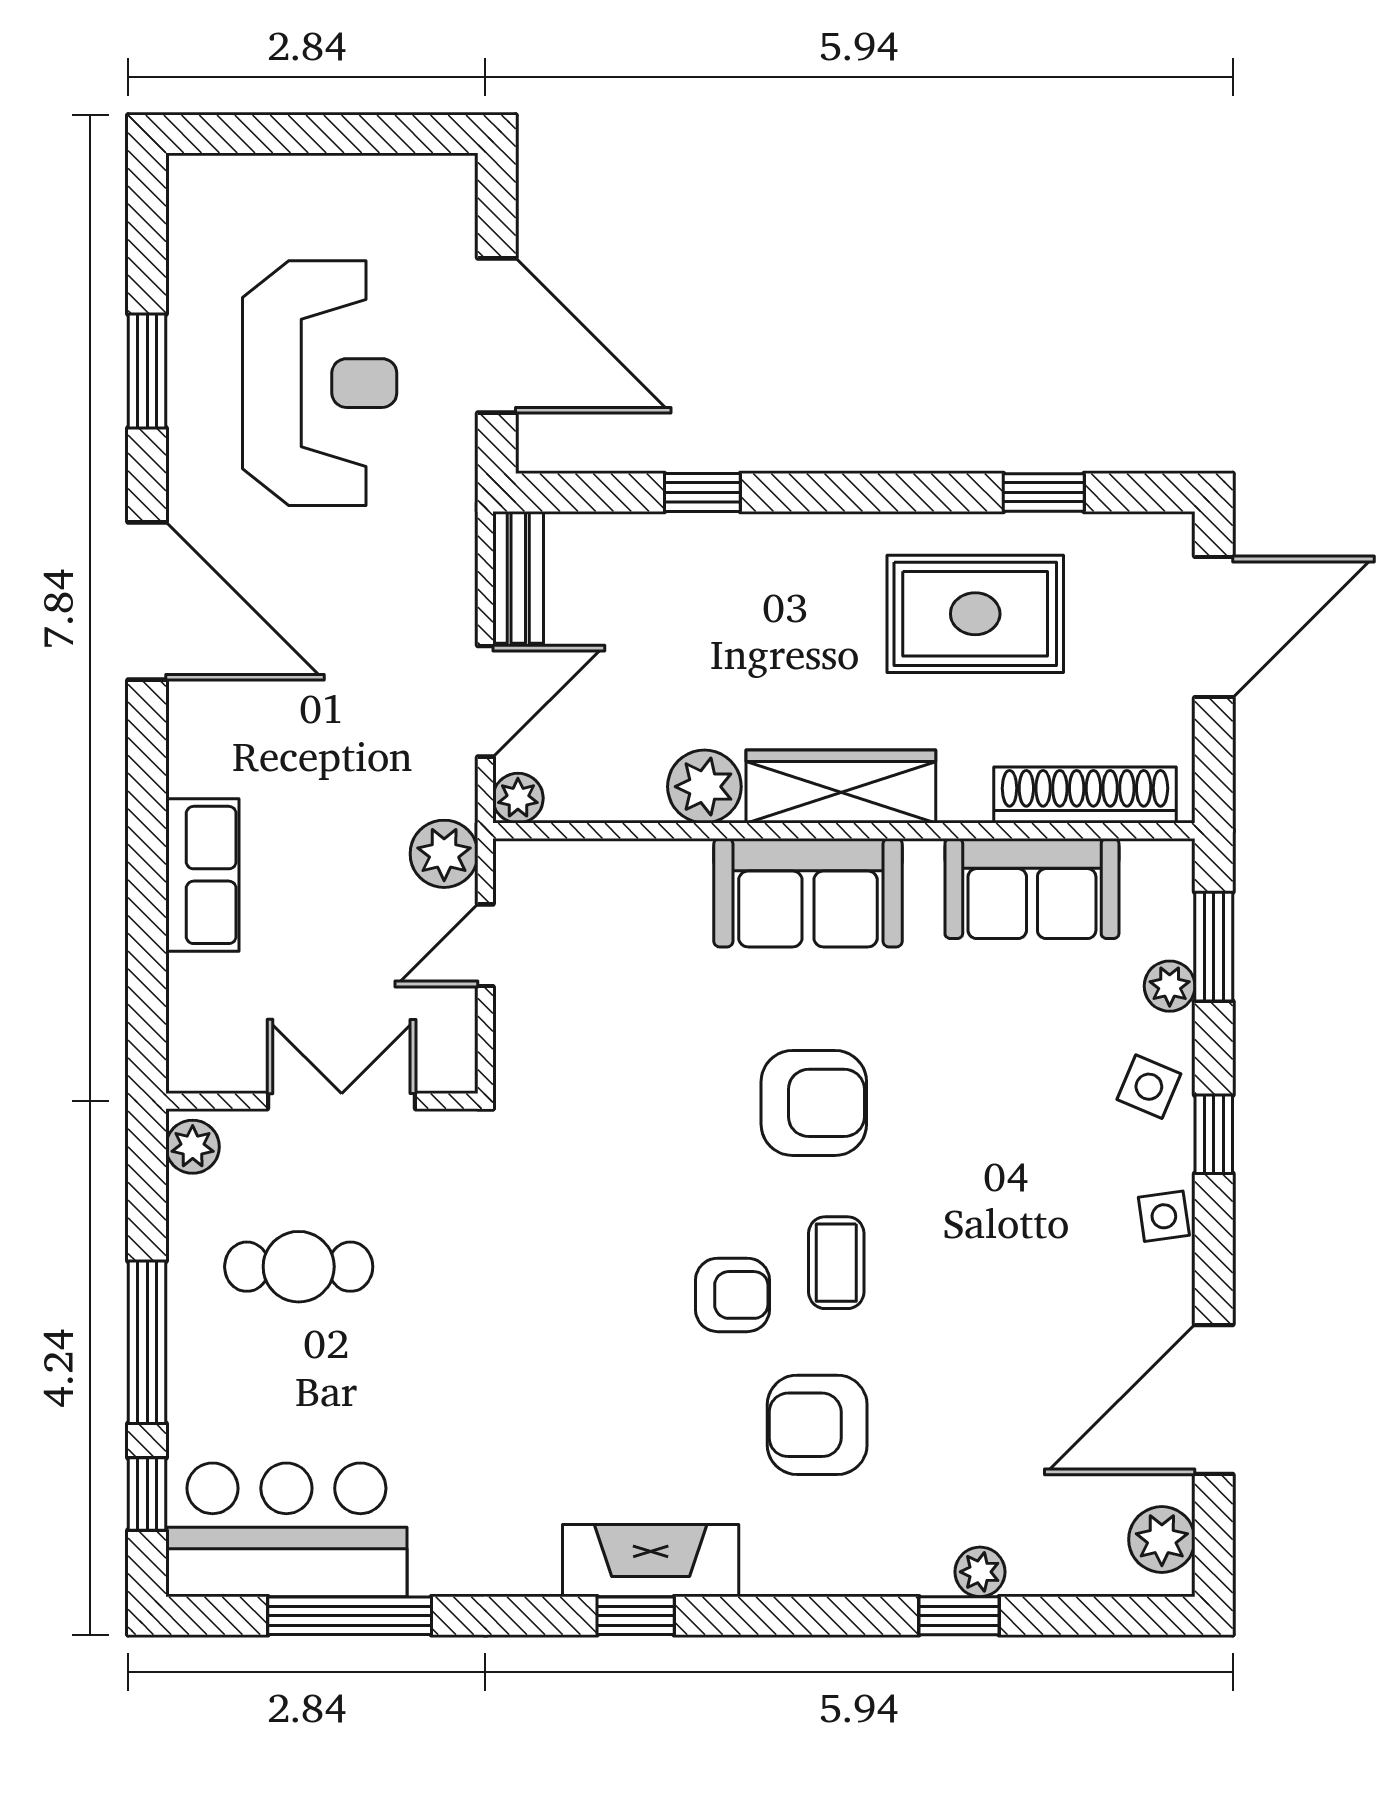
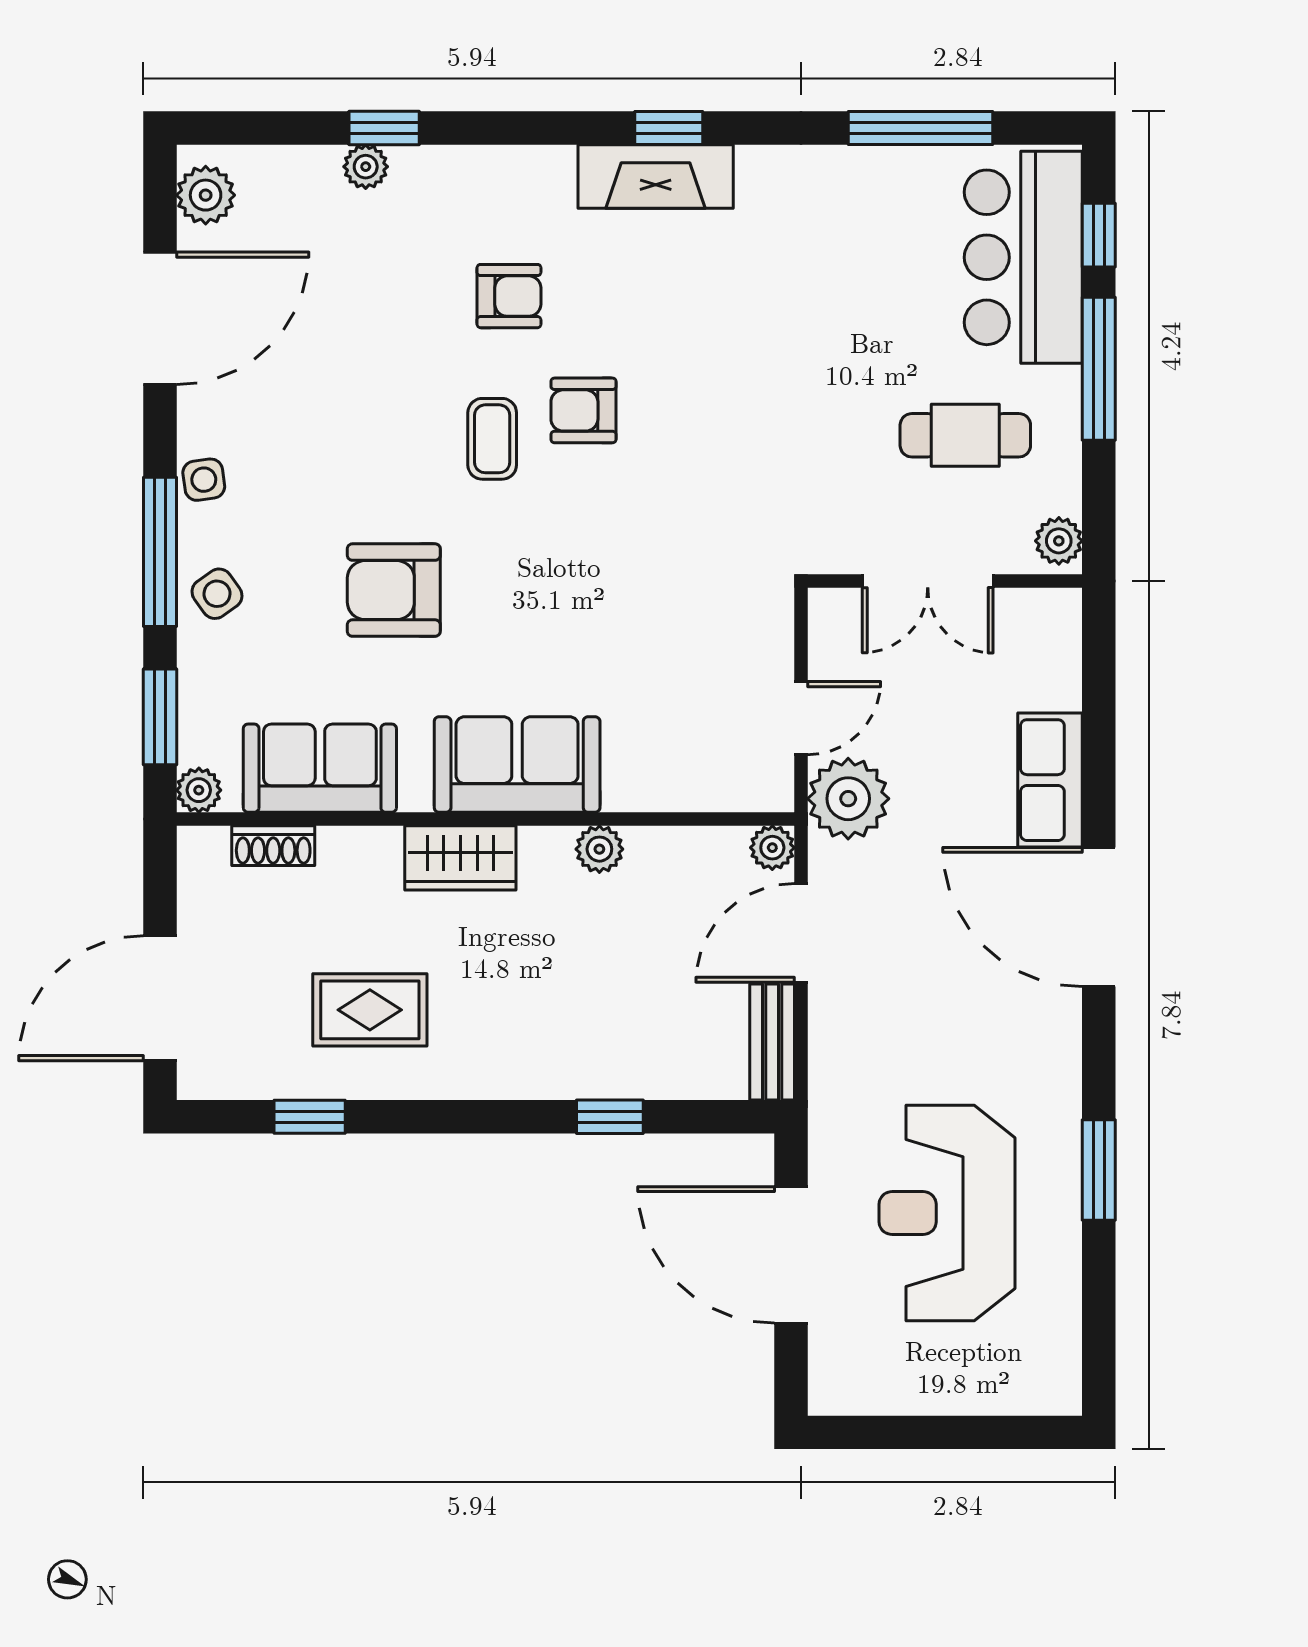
window: (147, 371) -> (1099, 1170), moved
door: (147, 601) -> (1099, 917), moved
rug: (975, 614) -> (370, 1010), width x0.73, depth x0.70
plant: (704, 787) -> (599, 849), width x0.73, depth x0.73
wardrobe: (841, 787) -> (460, 858), width x0.67
shoe rack: (1085, 795) -> (273, 846), width x0.51, depth x0.81
plant: (444, 854) -> (848, 799), width x1.36, depth x1.36
plant: (1170, 986) -> (199, 790), moved
side table: (1149, 1087) -> (217, 594), turned 32
armchair: (814, 1103) -> (394, 590), moved
window: (1214, 1134) -> (160, 552), width x2.17
armchair: (817, 1425) -> (509, 296), width x0.72, depth x0.72
bar counter: (286, 1530) -> (1023, 257), moved, turned 90

